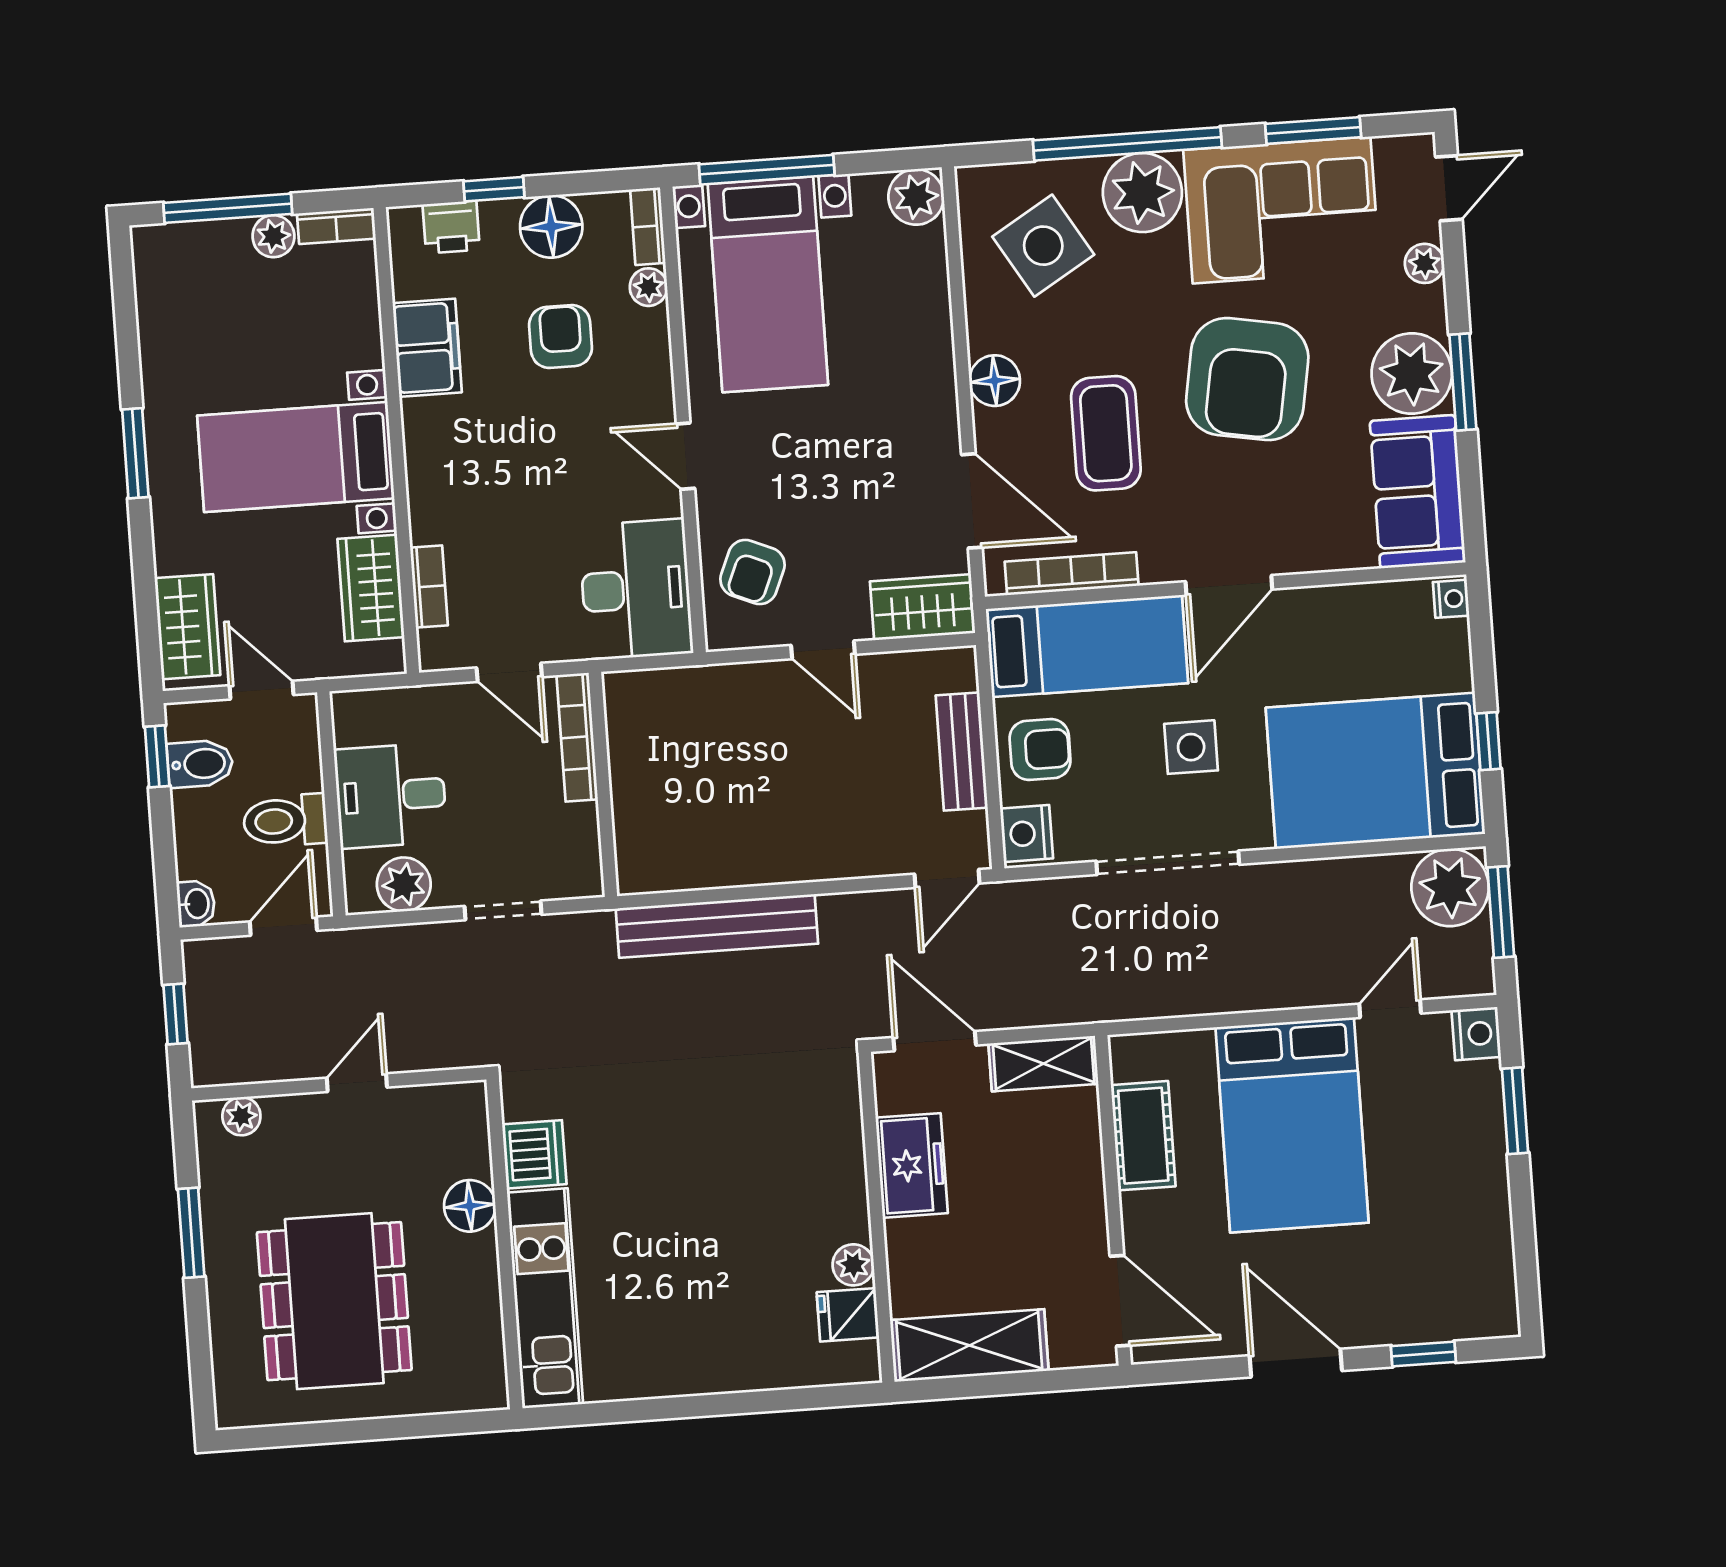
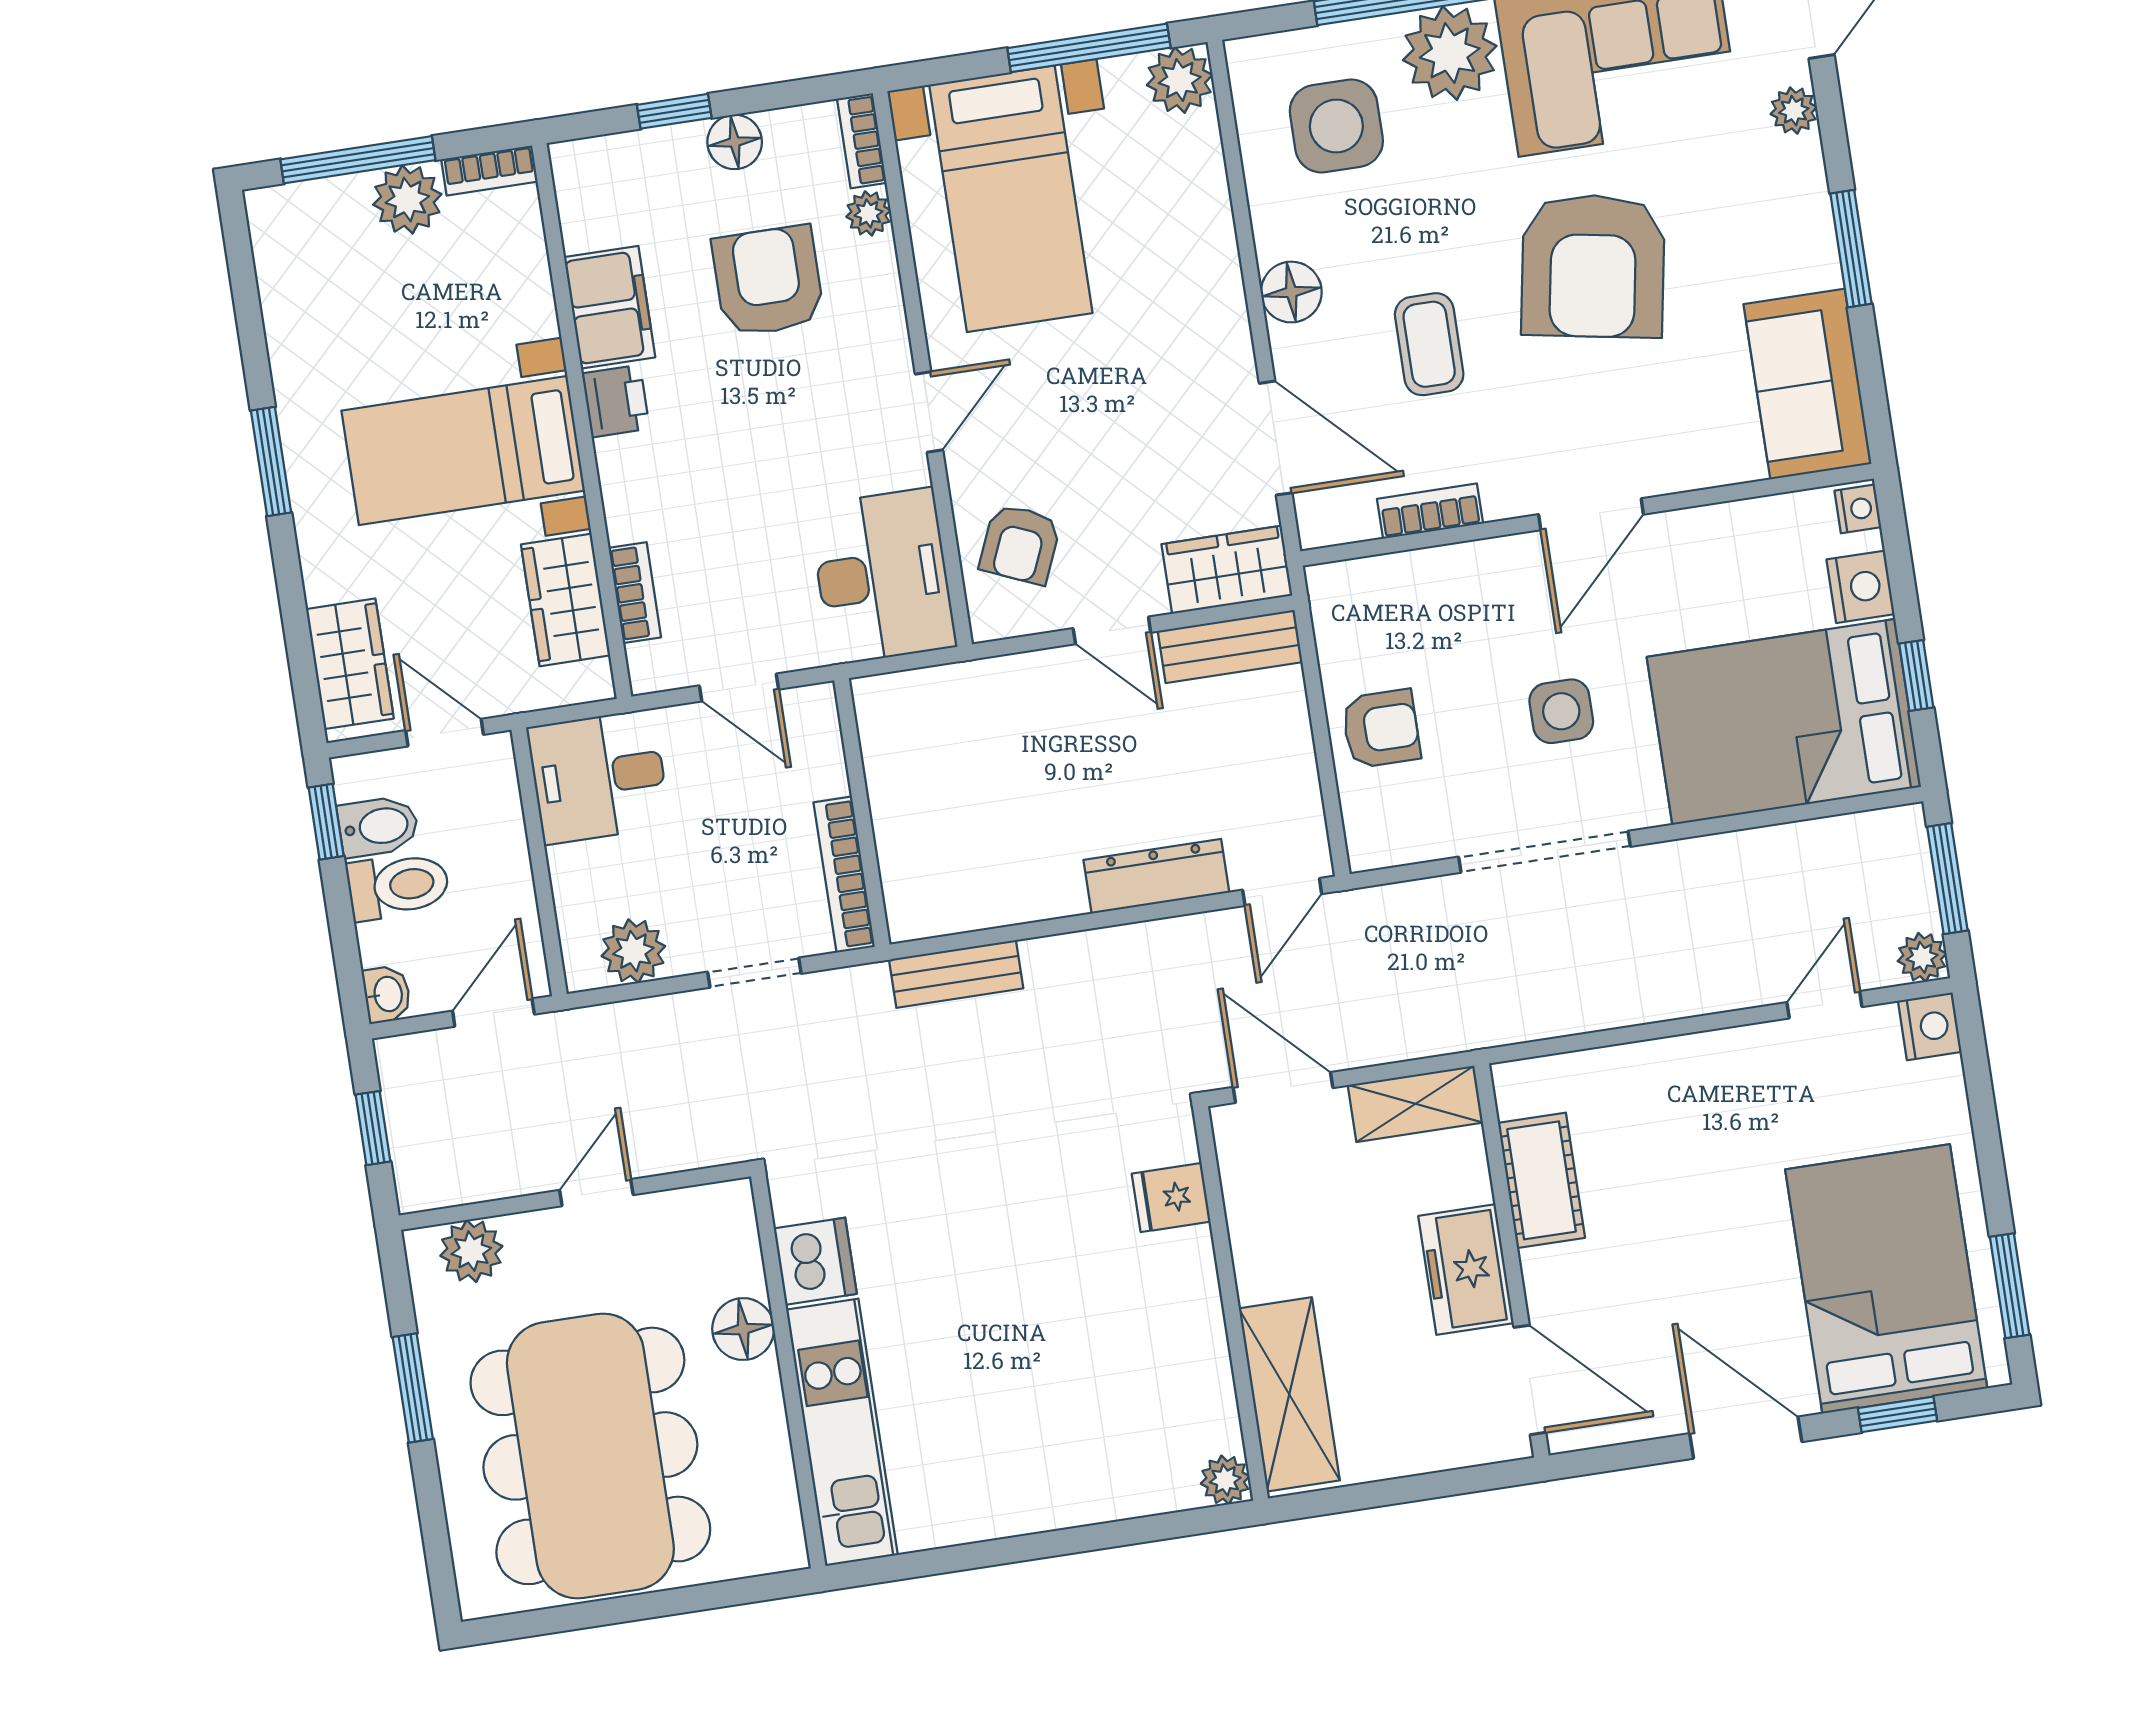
window: (767, 170) -> (1089, 48), moved
printer: (451, 227) -> (616, 401), moved, turned -90
floor lamp: (551, 227) -> (735, 142), width x0.73, depth x0.73
plant: (273, 236) -> (407, 199), width x1.38, depth x1.38
side table: (1043, 246) -> (1336, 126), turned 31
armchair: (561, 336) -> (768, 281), width x1.38, depth x1.38
plant: (1412, 373) -> (1789, 243), removed
coffee table: (1106, 433) -> (1429, 344), width x0.73, depth x0.77
door: (686, 456) -> (929, 412), swing flipped
bookcase: (1072, 574) -> (1430, 511), width x0.64
bed: (1087, 646) -> (1427, 600), removed
bookcase: (577, 737) -> (844, 875), moved
bench: (962, 752) -> (1230, 646), moved, turned 90
desk: (391, 796) -> (599, 777), moved
toilet: (285, 821) -> (398, 886), moved, turned 180
nightstand: (1026, 833) -> (1861, 587), moved, turned 180
dresser: (843, 857) -> (1156, 876), added
plant: (1450, 887) -> (1922, 957), moved, width x0.53, depth x0.53
bench: (717, 926) -> (956, 974), width x0.54, depth x0.82
window: (1515, 1111) -> (2010, 1286), moved
plant: (241, 1116) -> (471, 1251), width x1.38, depth x1.38
bed: (1292, 1125) -> (1886, 1279), moved, turned 180
freezer: (912, 1165) -> (1466, 1270), moved, turned 180
plant: (853, 1265) -> (1225, 1480), moved
dining table: (334, 1301) -> (590, 1456), width x1.36, depth x1.24
fridge: (848, 1315) -> (1171, 1198), moved
shelving: (969, 1345) -> (1289, 1394), moved, turned 90

